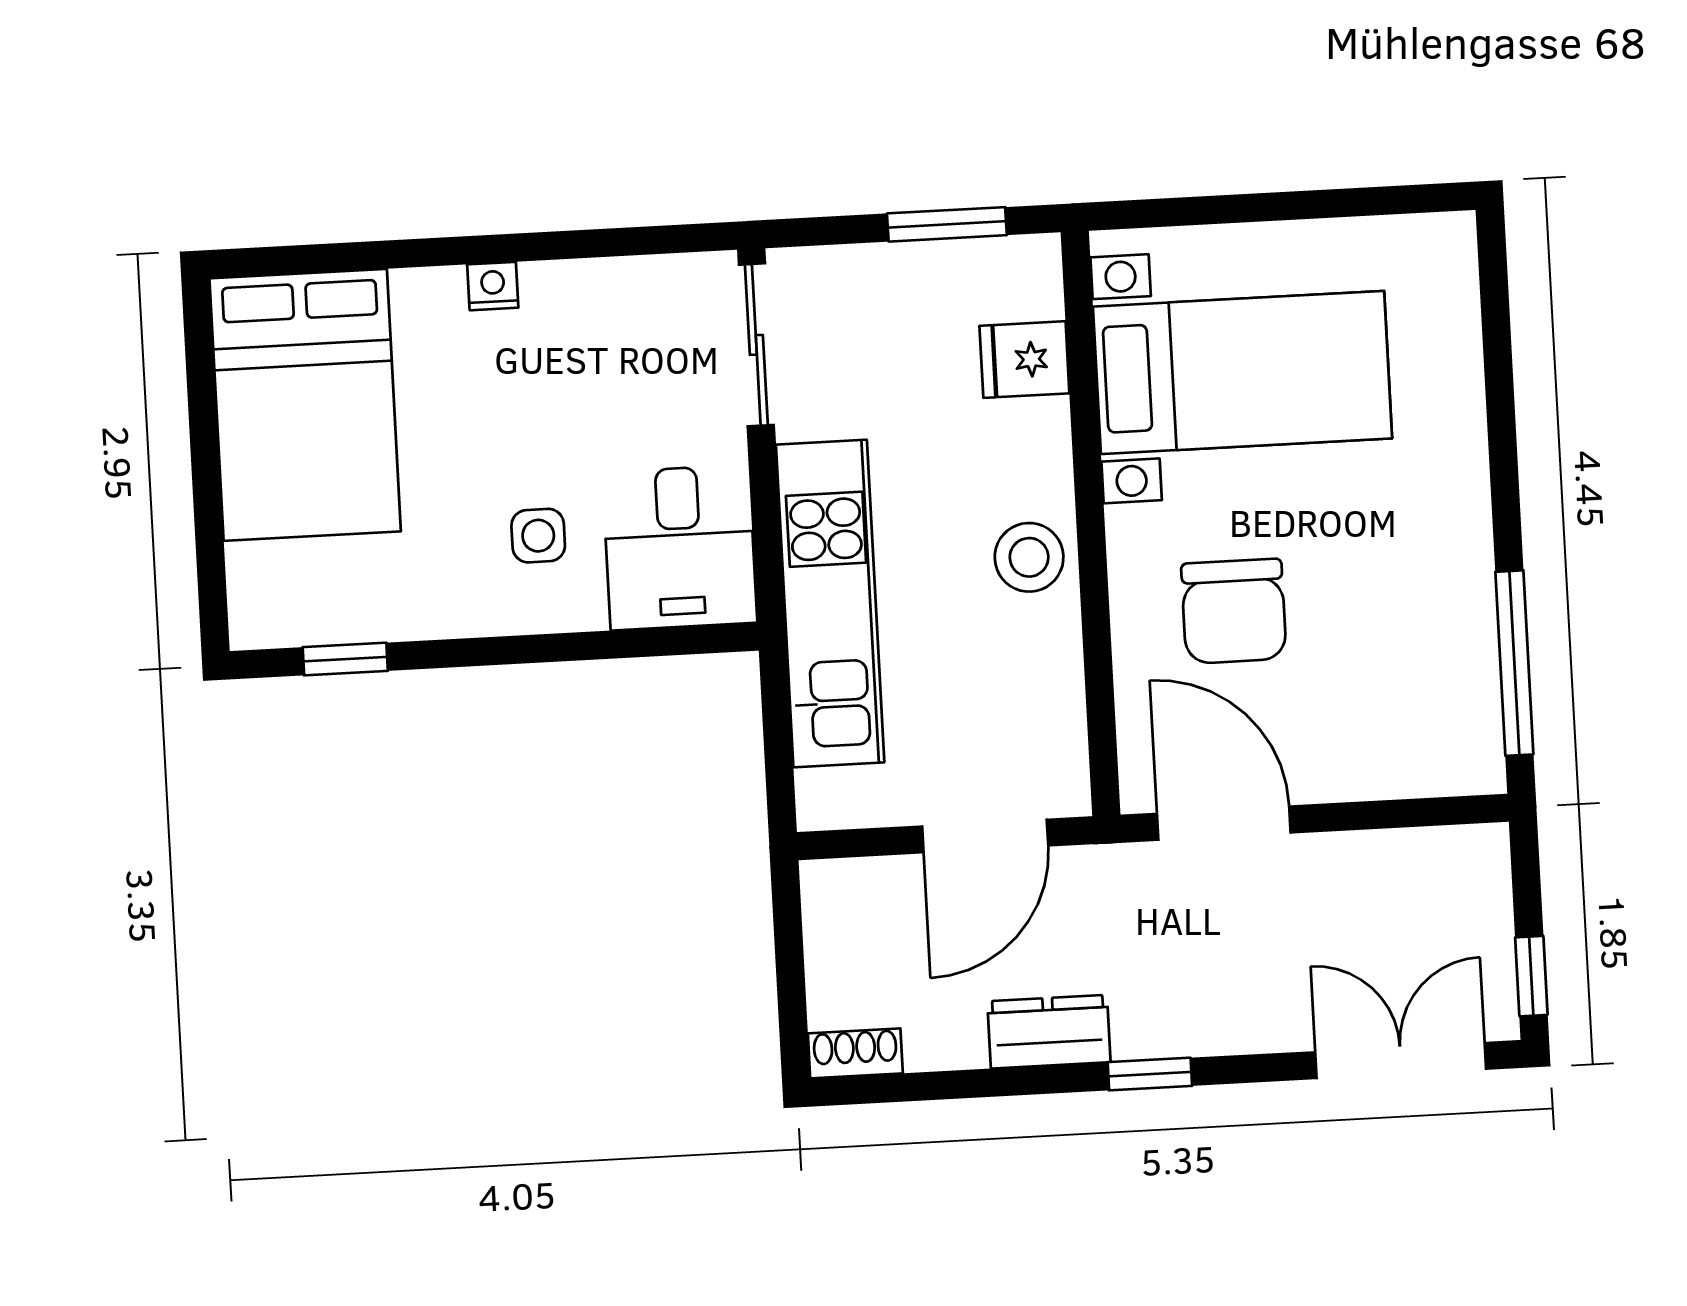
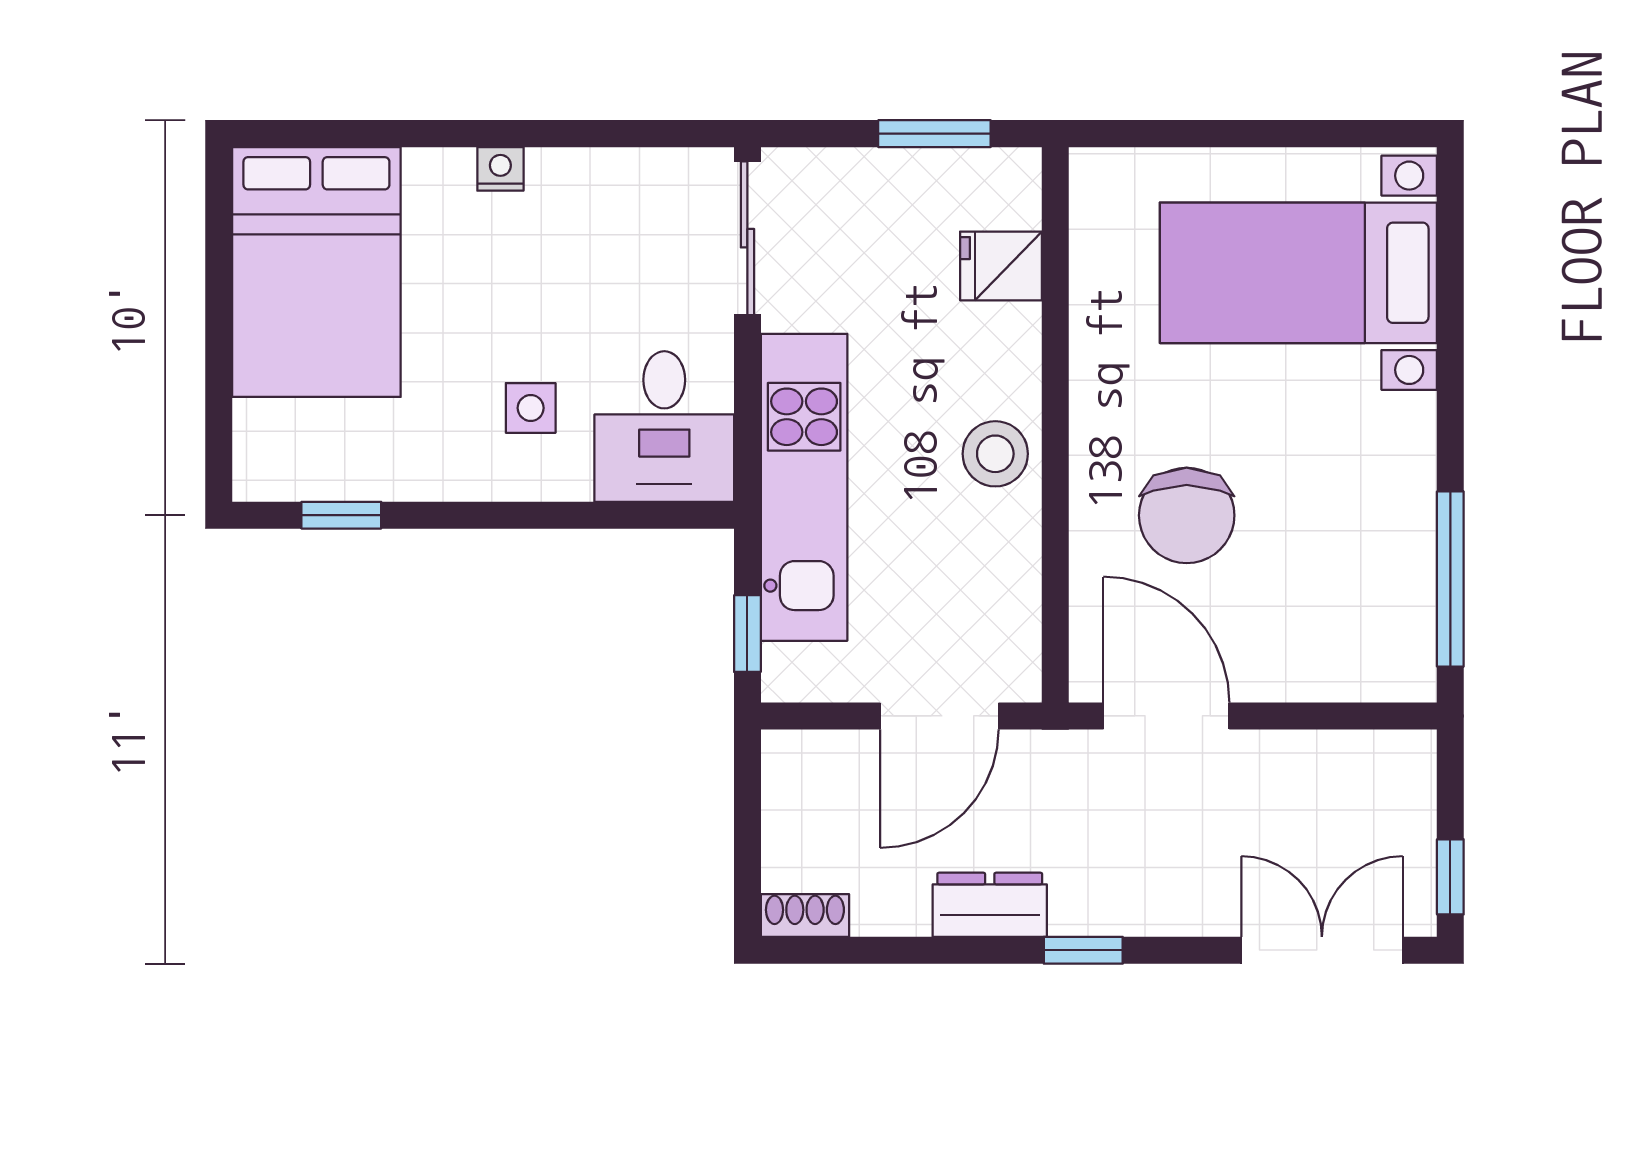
bed with nightstands: (1243, 372) -> (1298, 273), moved, turned 180
window: (779, 760) -> (747, 634), added

